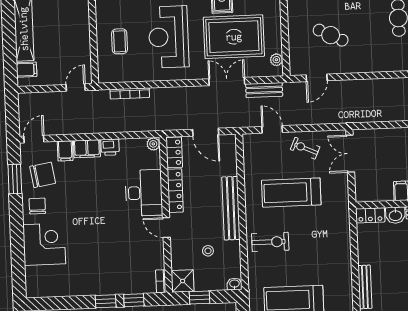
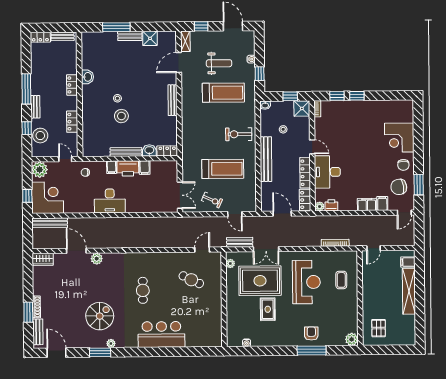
printer: (110, 147) -> (331, 205), moved

